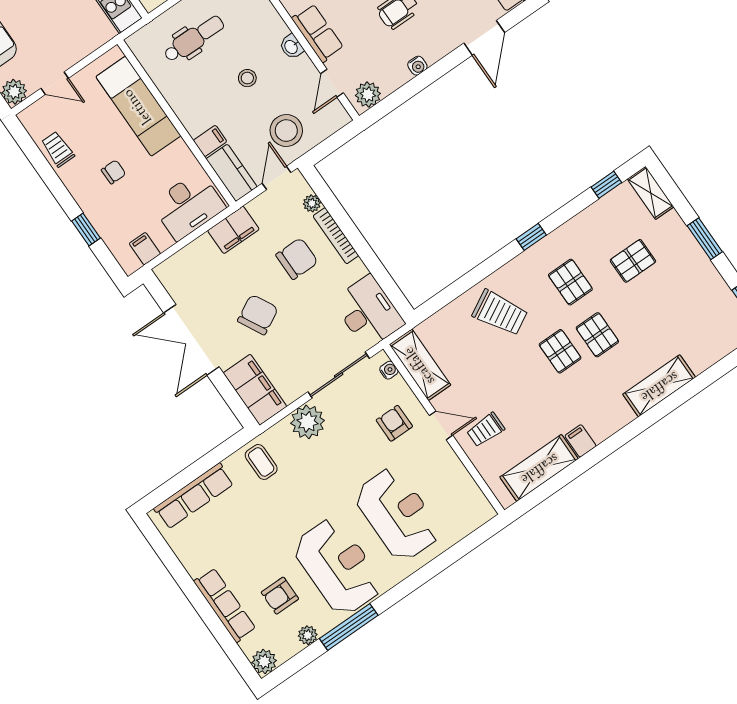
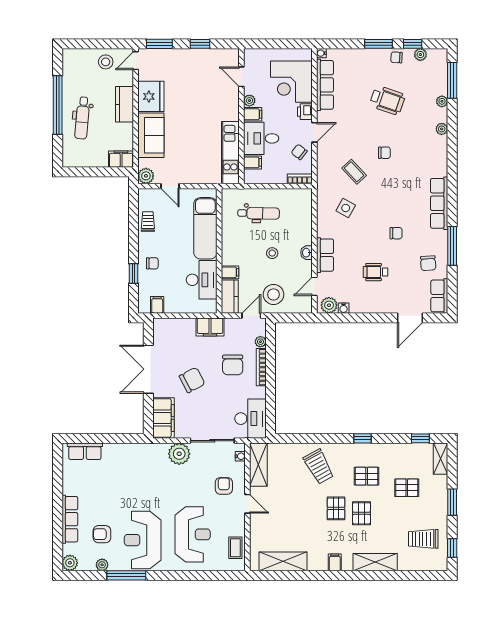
water cooler: (417, 66) -> (344, 308), moved
chair: (114, 172) -> (152, 263), moved
desk: (188, 206) -> (202, 280), moved, turned -90
chair: (297, 259) -> (233, 365), turned 90
pallet: (570, 282) -> (367, 476), turned 90
trolley: (486, 430) -> (423, 539), moved, width x1.36, depth x1.39
filing cabinet: (581, 441) -> (335, 562), moved
coffee table: (261, 462) -> (235, 548), moved
row of seats: (194, 496) -> (85, 451), width x0.68
reception desk: (338, 567) -> (143, 540), turned 180

